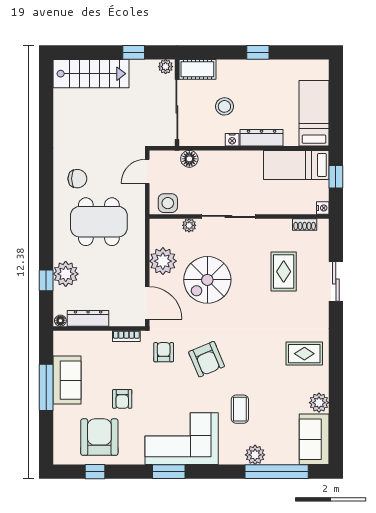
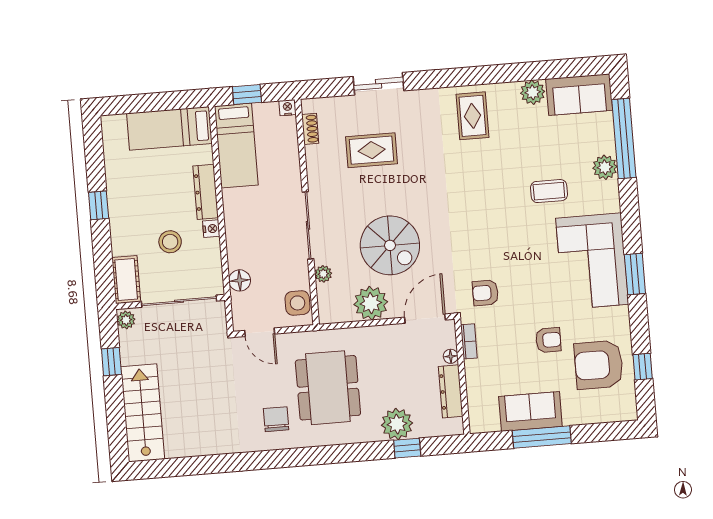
floor lamp: (60, 321) -> (451, 356), moved
armchair: (207, 359) -> (490, 238), removed

